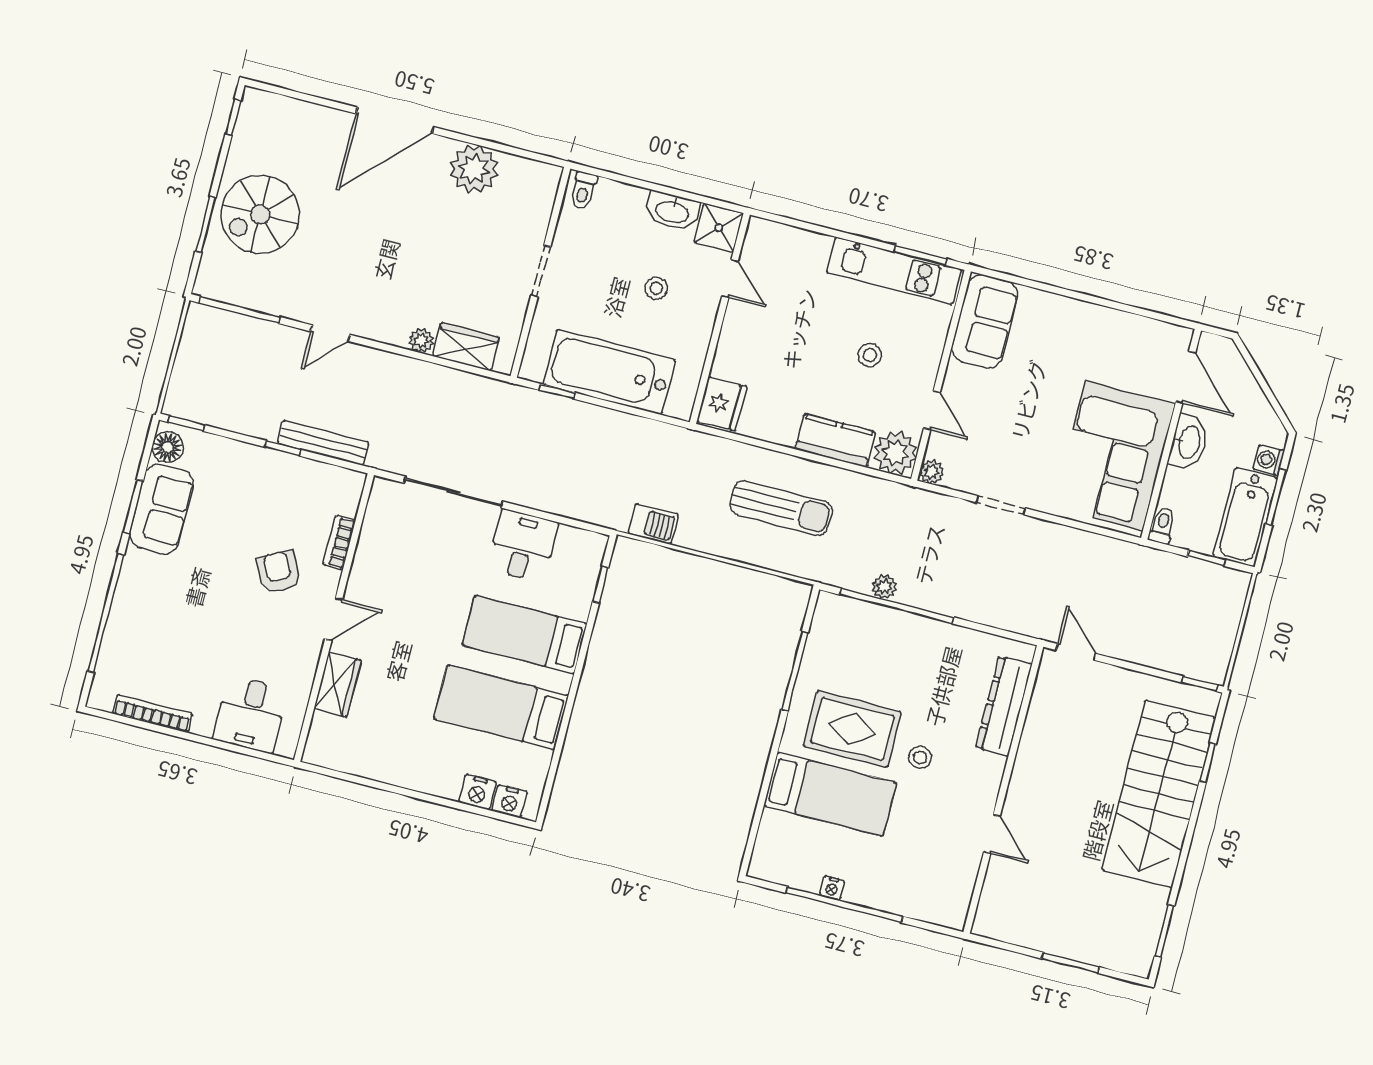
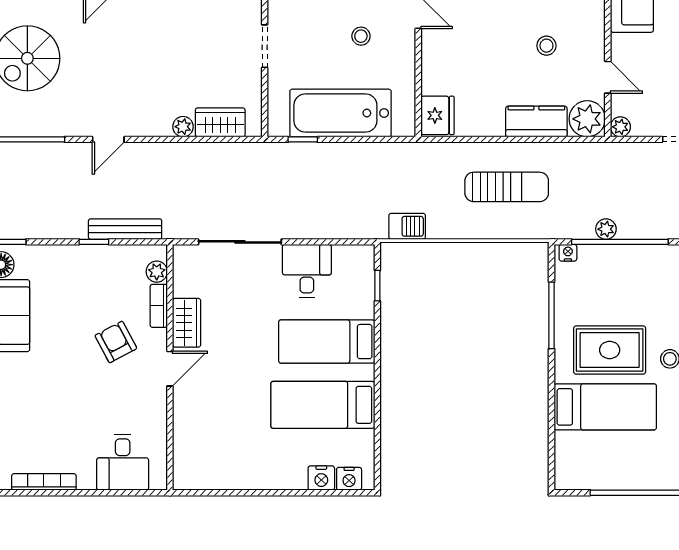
plant: (347, 502) -> (157, 272), added
wardrobe: (338, 684) -> (187, 323), moved
nightstand: (832, 888) -> (568, 253), moved, turned 180

